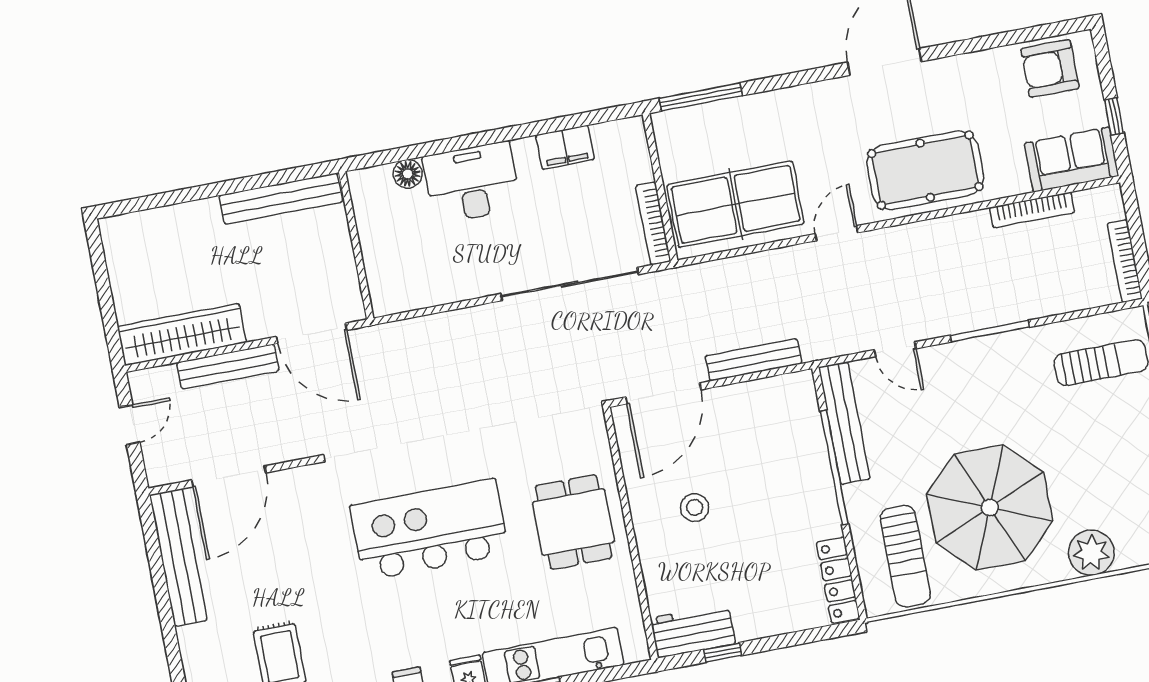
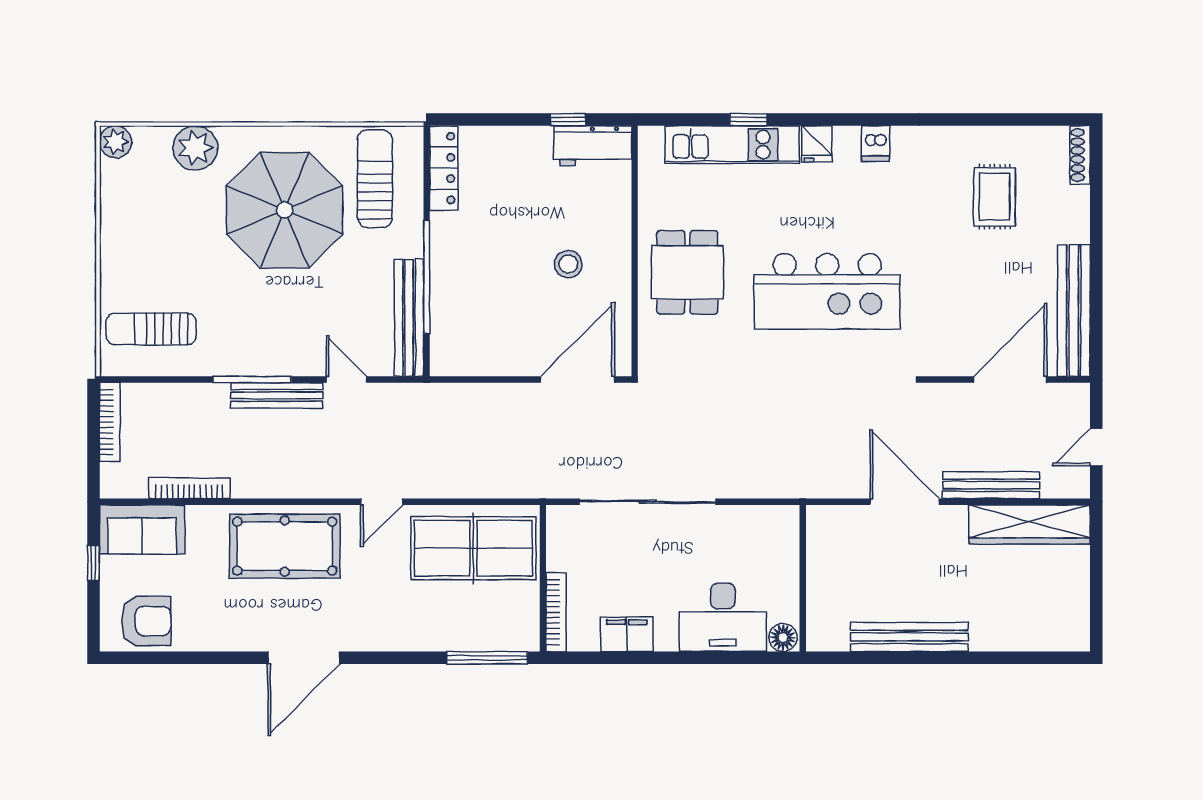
bookcase: (653, 223) -> (556, 612), moved
wall: (356, 245) -> (803, 578), moved
bench: (754, 360) -> (277, 395), moved

